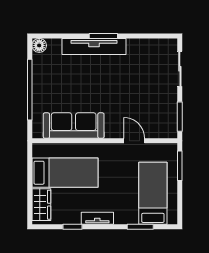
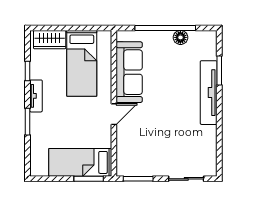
window: (103, 36) -> (219, 70), moved
floor lamp: (39, 45) -> (180, 37), moved
door: (134, 141) -> (114, 114), moved
bed: (153, 193) -> (80, 162), moved, turned 180
window: (140, 227) -> (27, 122), moved

